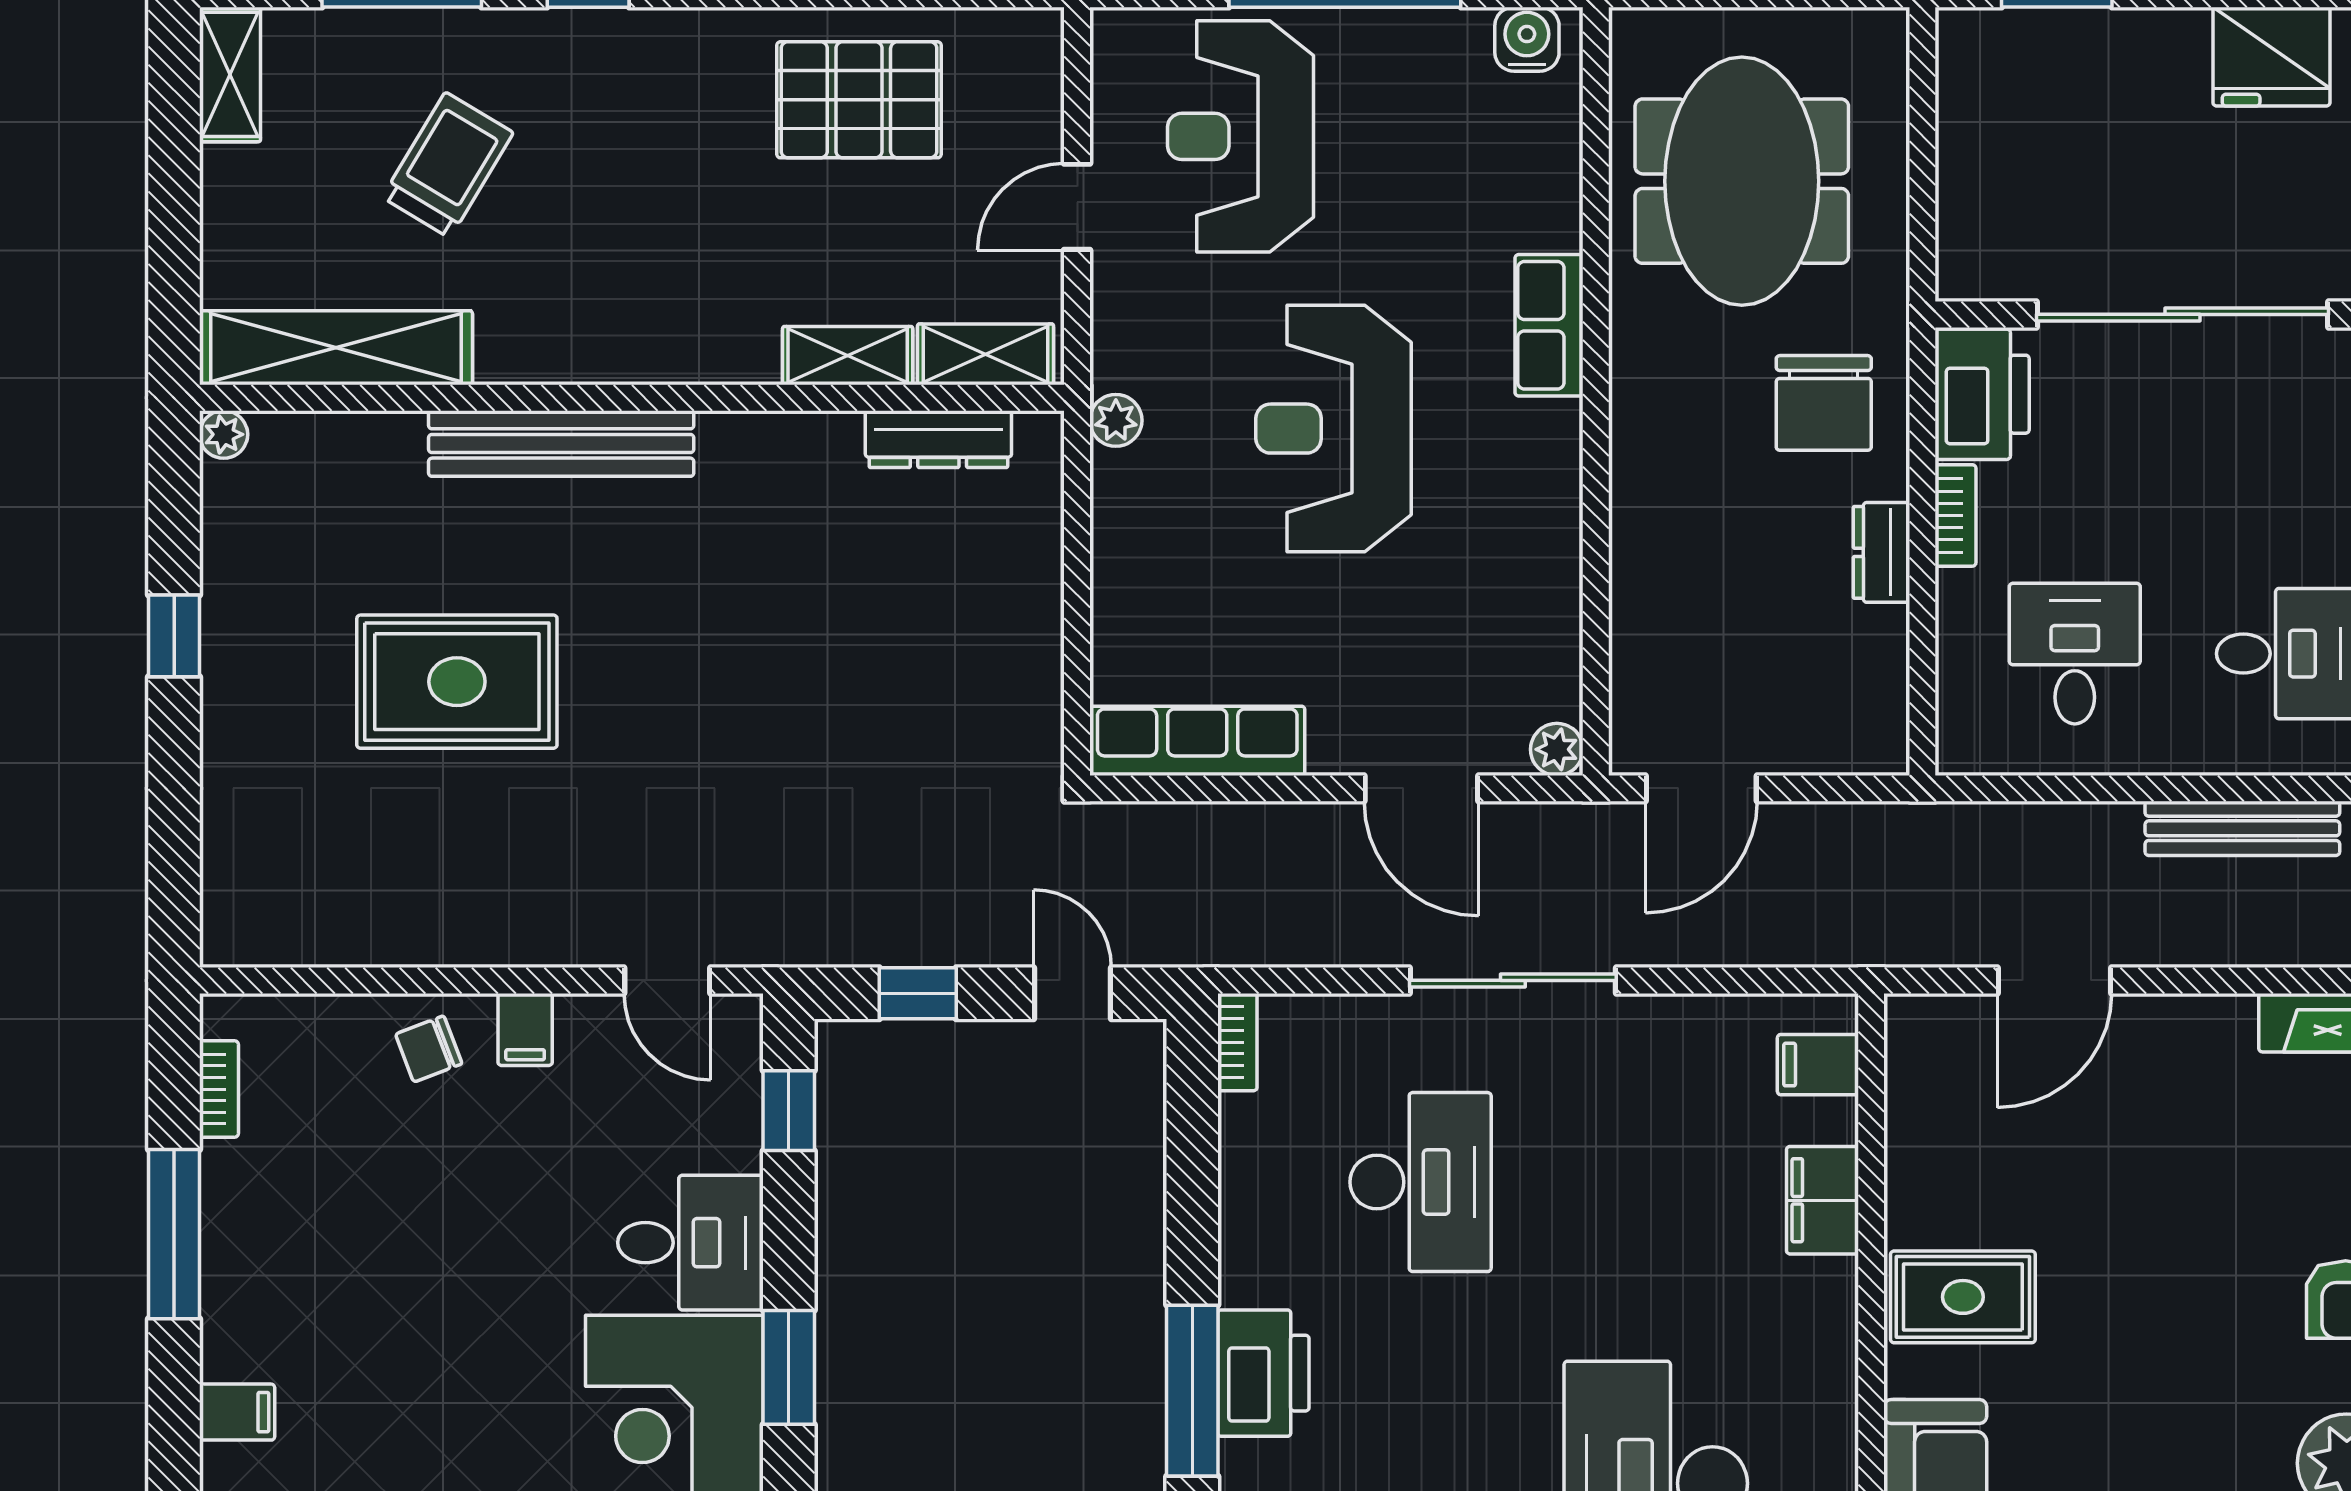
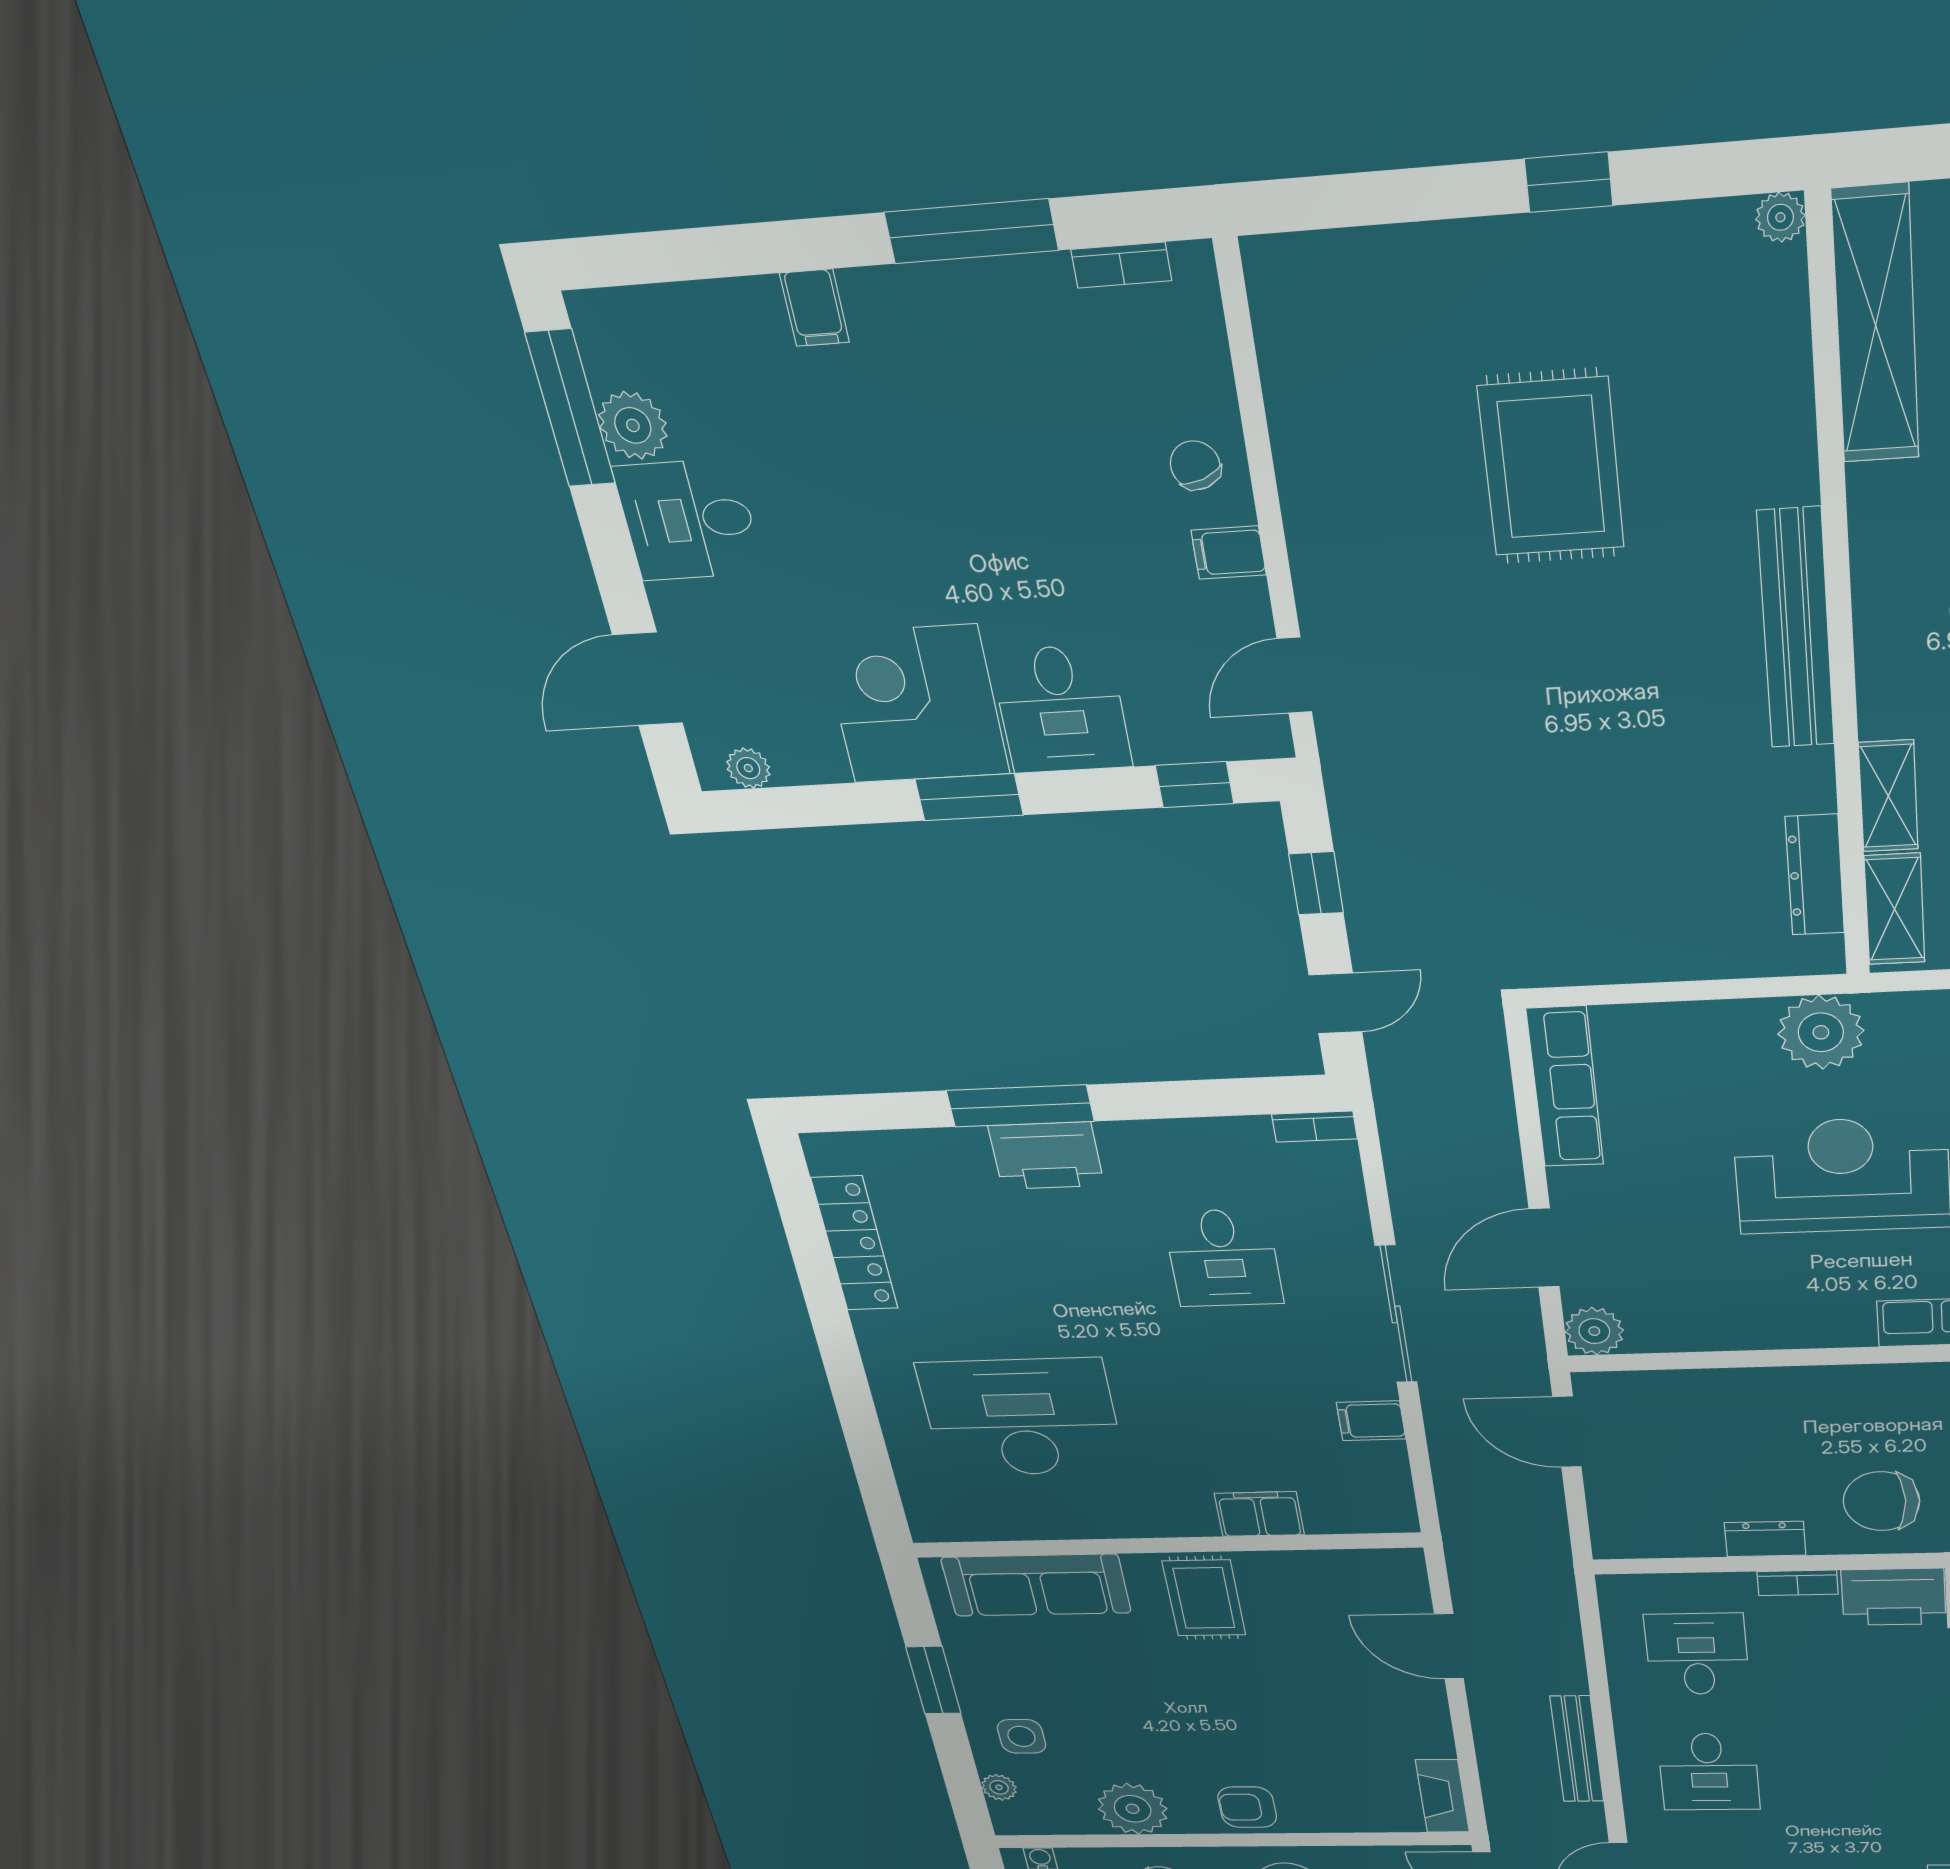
plant: (1116, 420) -> (1821, 1032), width x1.87, depth x1.87
bench: (561, 443) -> (1796, 629), moved
desk: (2075, 654) -> (1697, 1654), turned -90
plant: (1557, 749) -> (1594, 1331), width x1.38, depth x1.38
filing cabinet: (1818, 1065) -> (1371, 1421), moved, turned -90
desk: (1421, 1182) -> (1223, 1258), width x0.73

